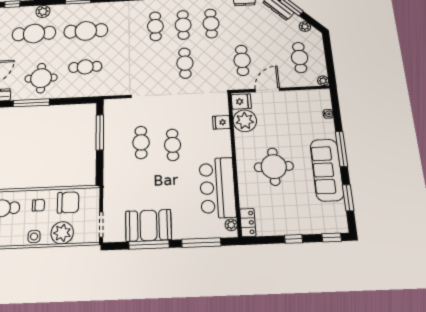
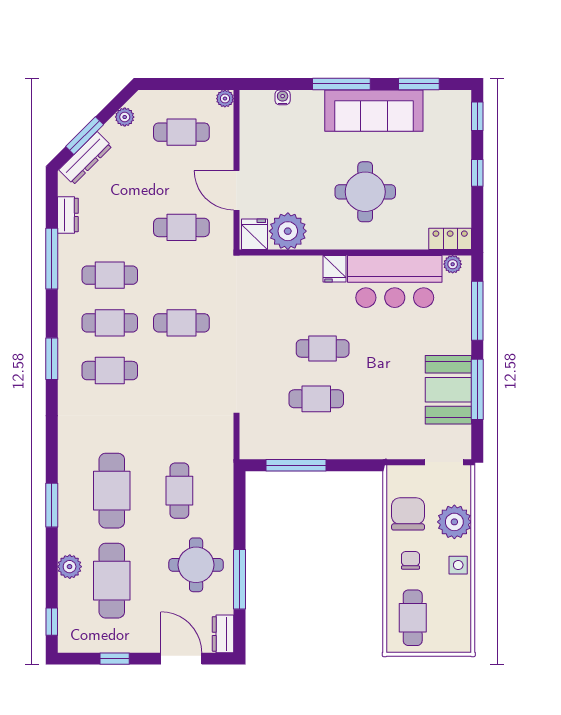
fridge: (221, 122) -> (334, 269), moved

